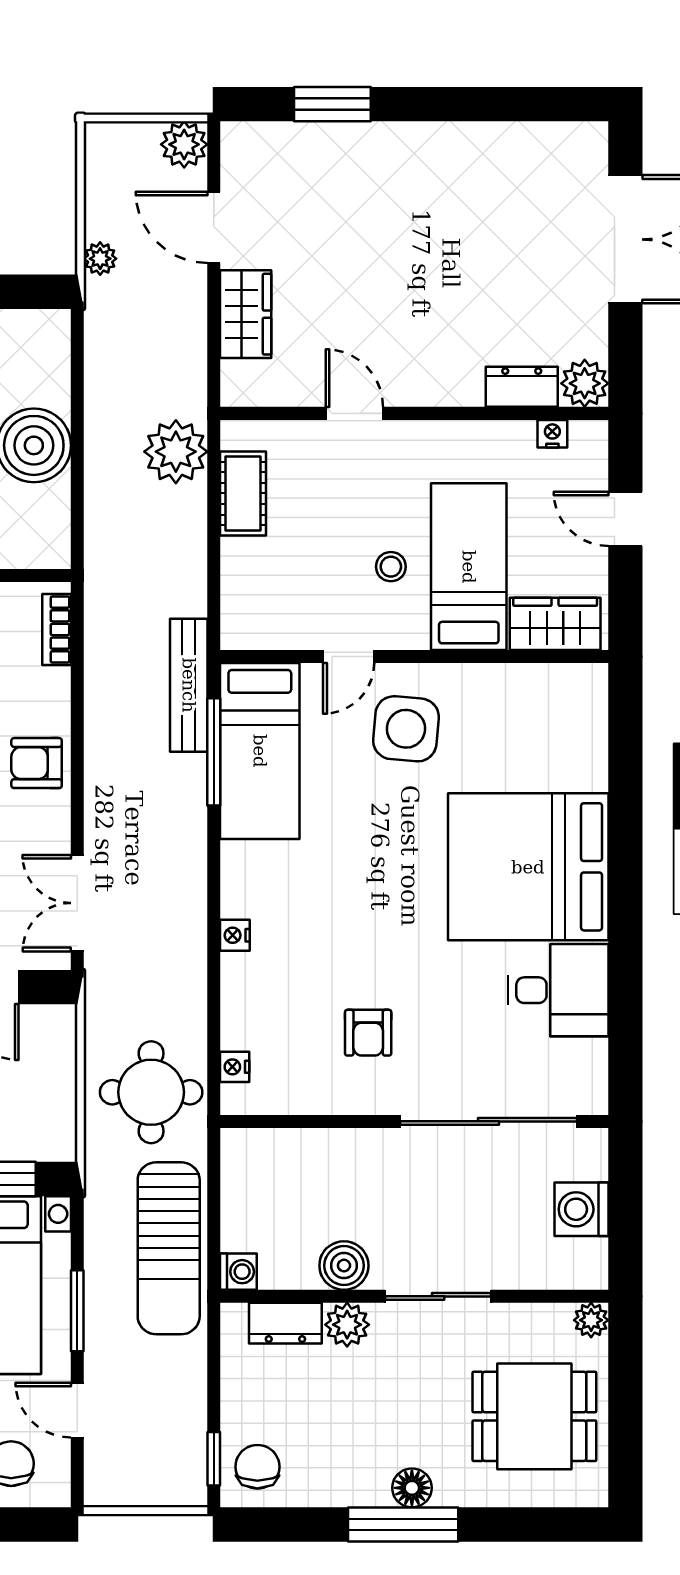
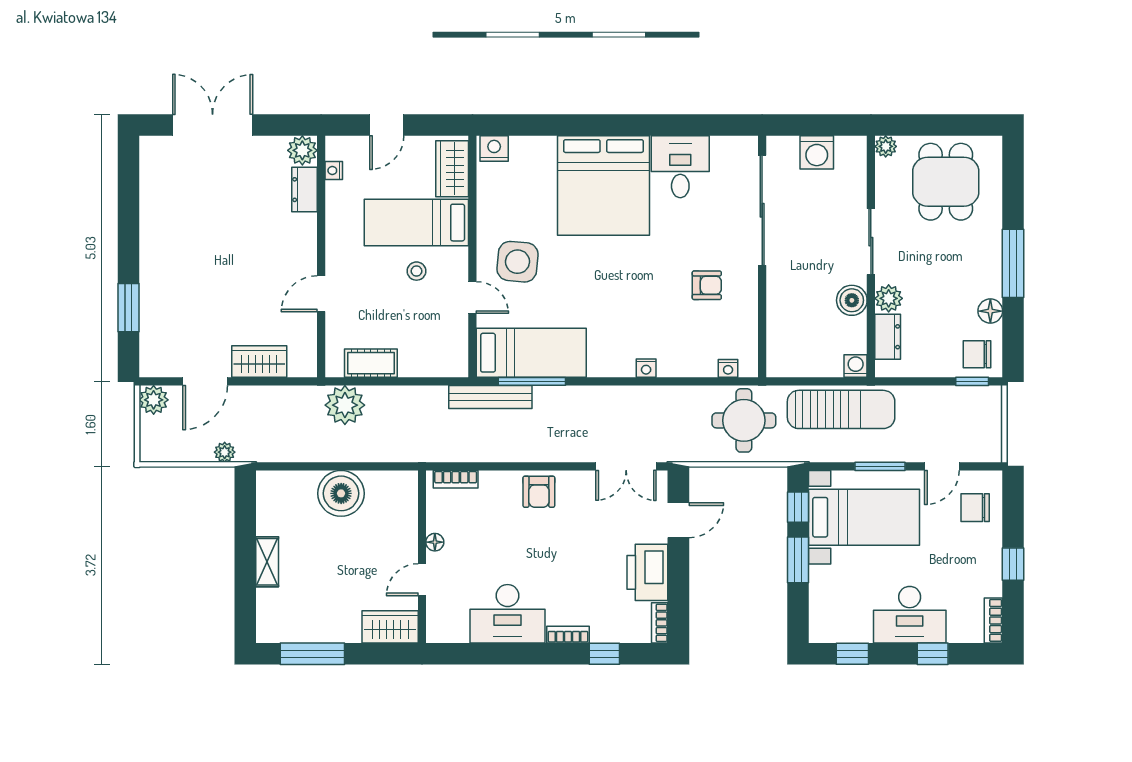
nightstand: (588, 691) -> (494, 148), added
floor lamp: (412, 1488) -> (990, 311), moved

